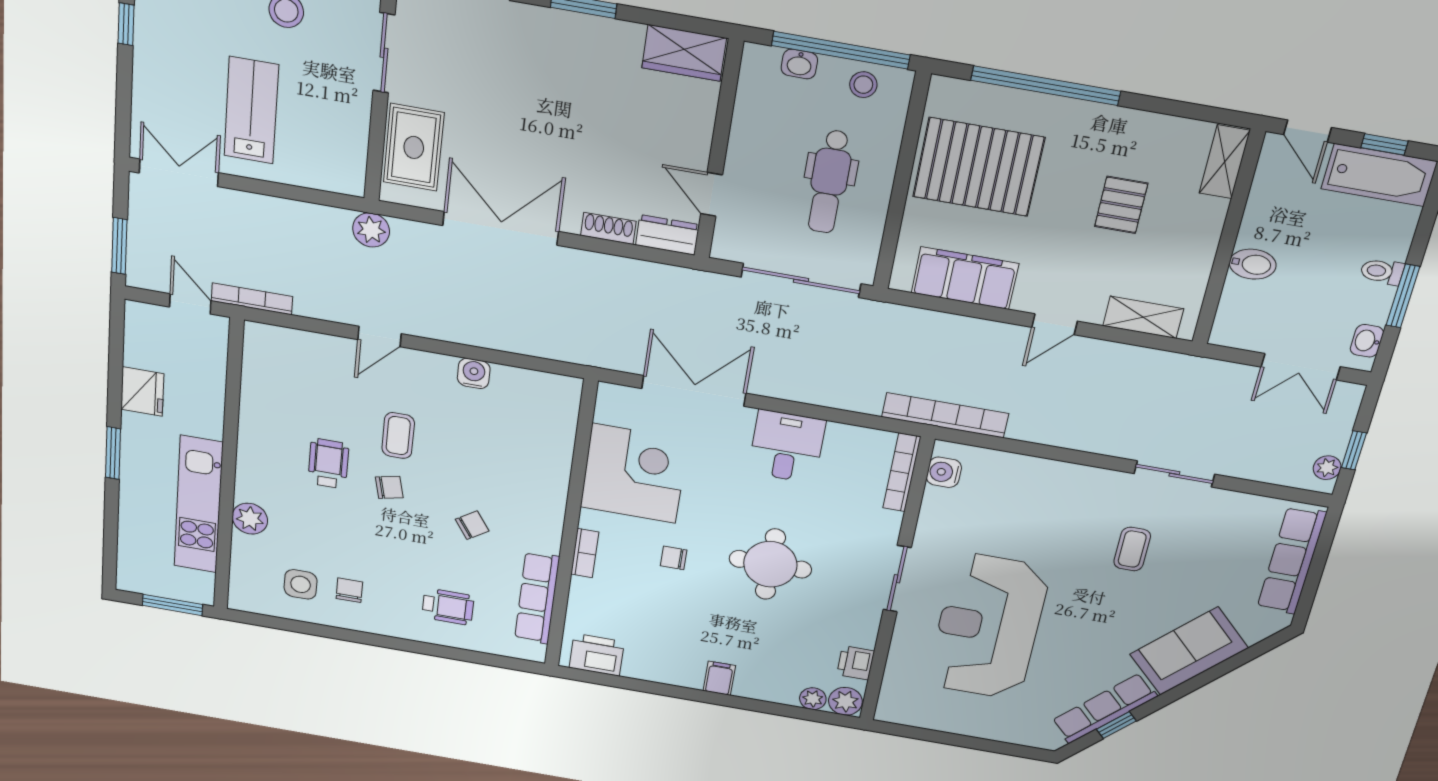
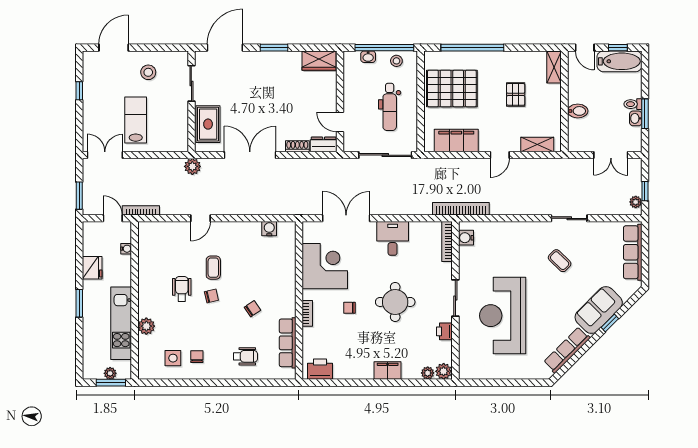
washbasin: (1367, 341) -> (636, 118), moved
water cooler: (216, 368) -> (126, 249), added
water cooler: (474, 373) -> (269, 229), moved
coffee table: (1132, 549) -> (560, 261), turned -46
plant: (172, 589) -> (110, 373), added
printer: (855, 663) -> (444, 331), moved
filing cabinet: (719, 678) -> (388, 371), width x2.00
window: (1116, 725) -> (610, 323), moved

